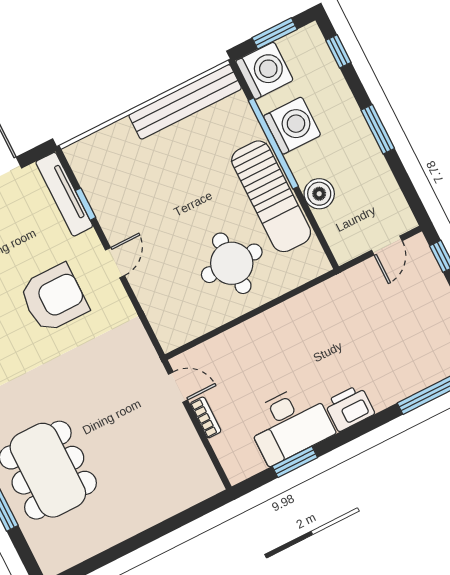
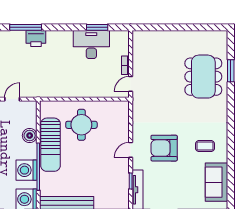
sun lounger: (271, 196) -> (50, 145), turned 180
door: (178, 387) -> (131, 84), hinge flipped
printer: (349, 408) -> (36, 39), moved

